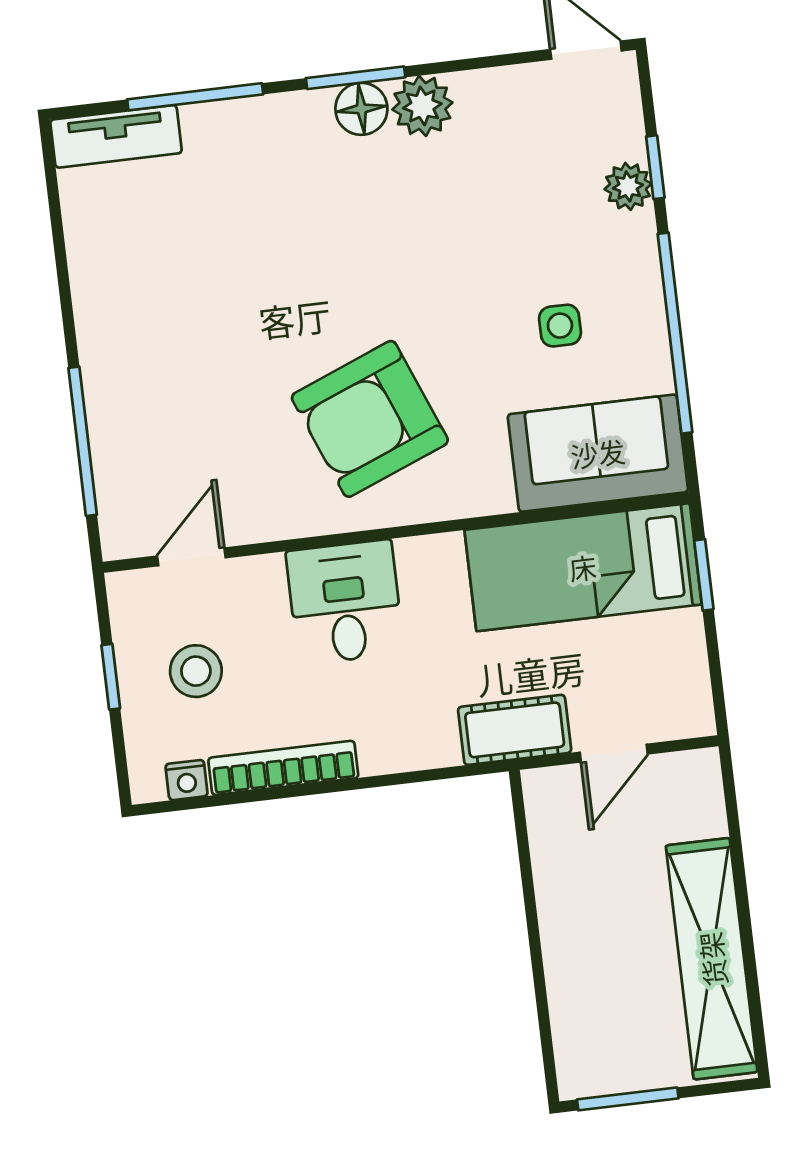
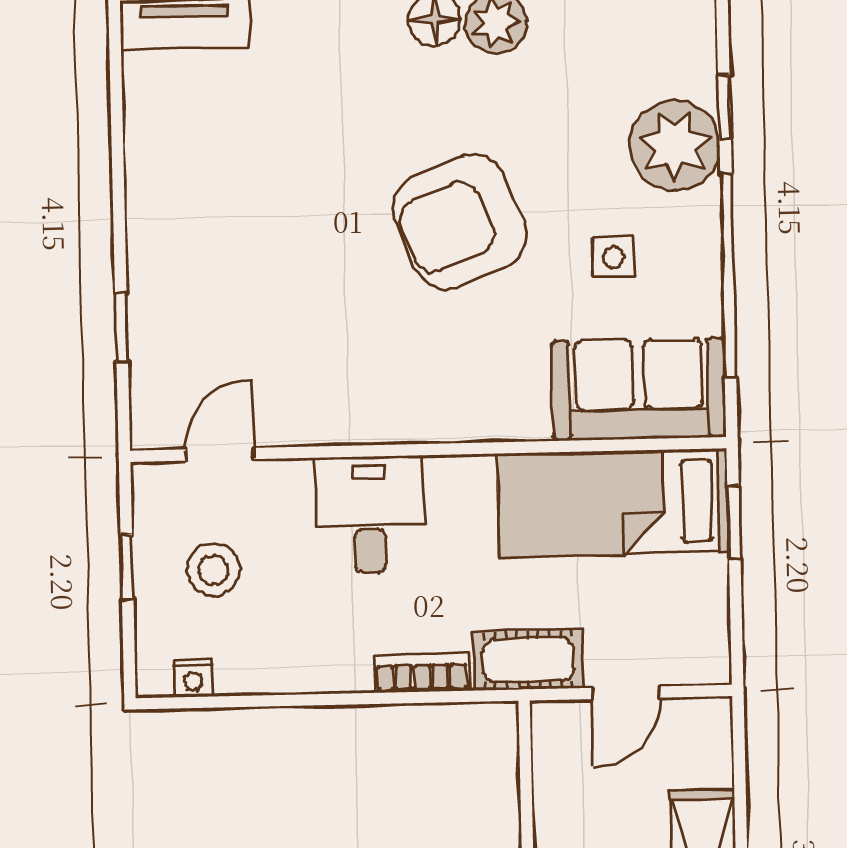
plant: (628, 186) -> (675, 145), width x1.88, depth x1.88
armchair: (370, 419) -> (460, 222), moved
window: (83, 441) -> (122, 327), width x0.46
bookcase: (283, 768) -> (422, 673), moved, width x0.64

